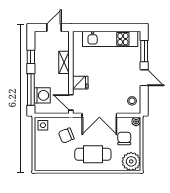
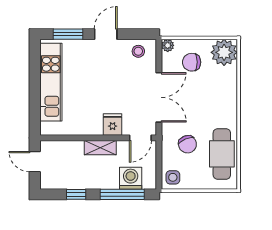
shelving: (64, 62) -> (100, 148), moved
cafe table: (93, 154) -> (222, 154), moved

